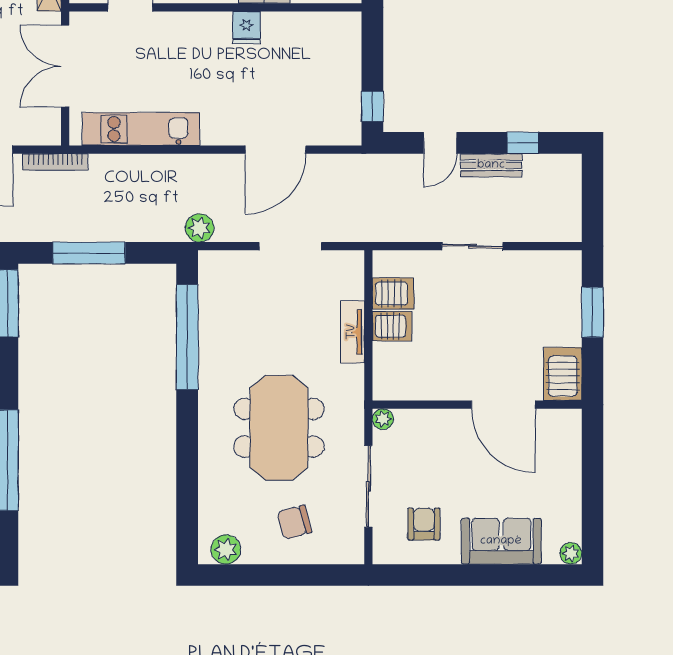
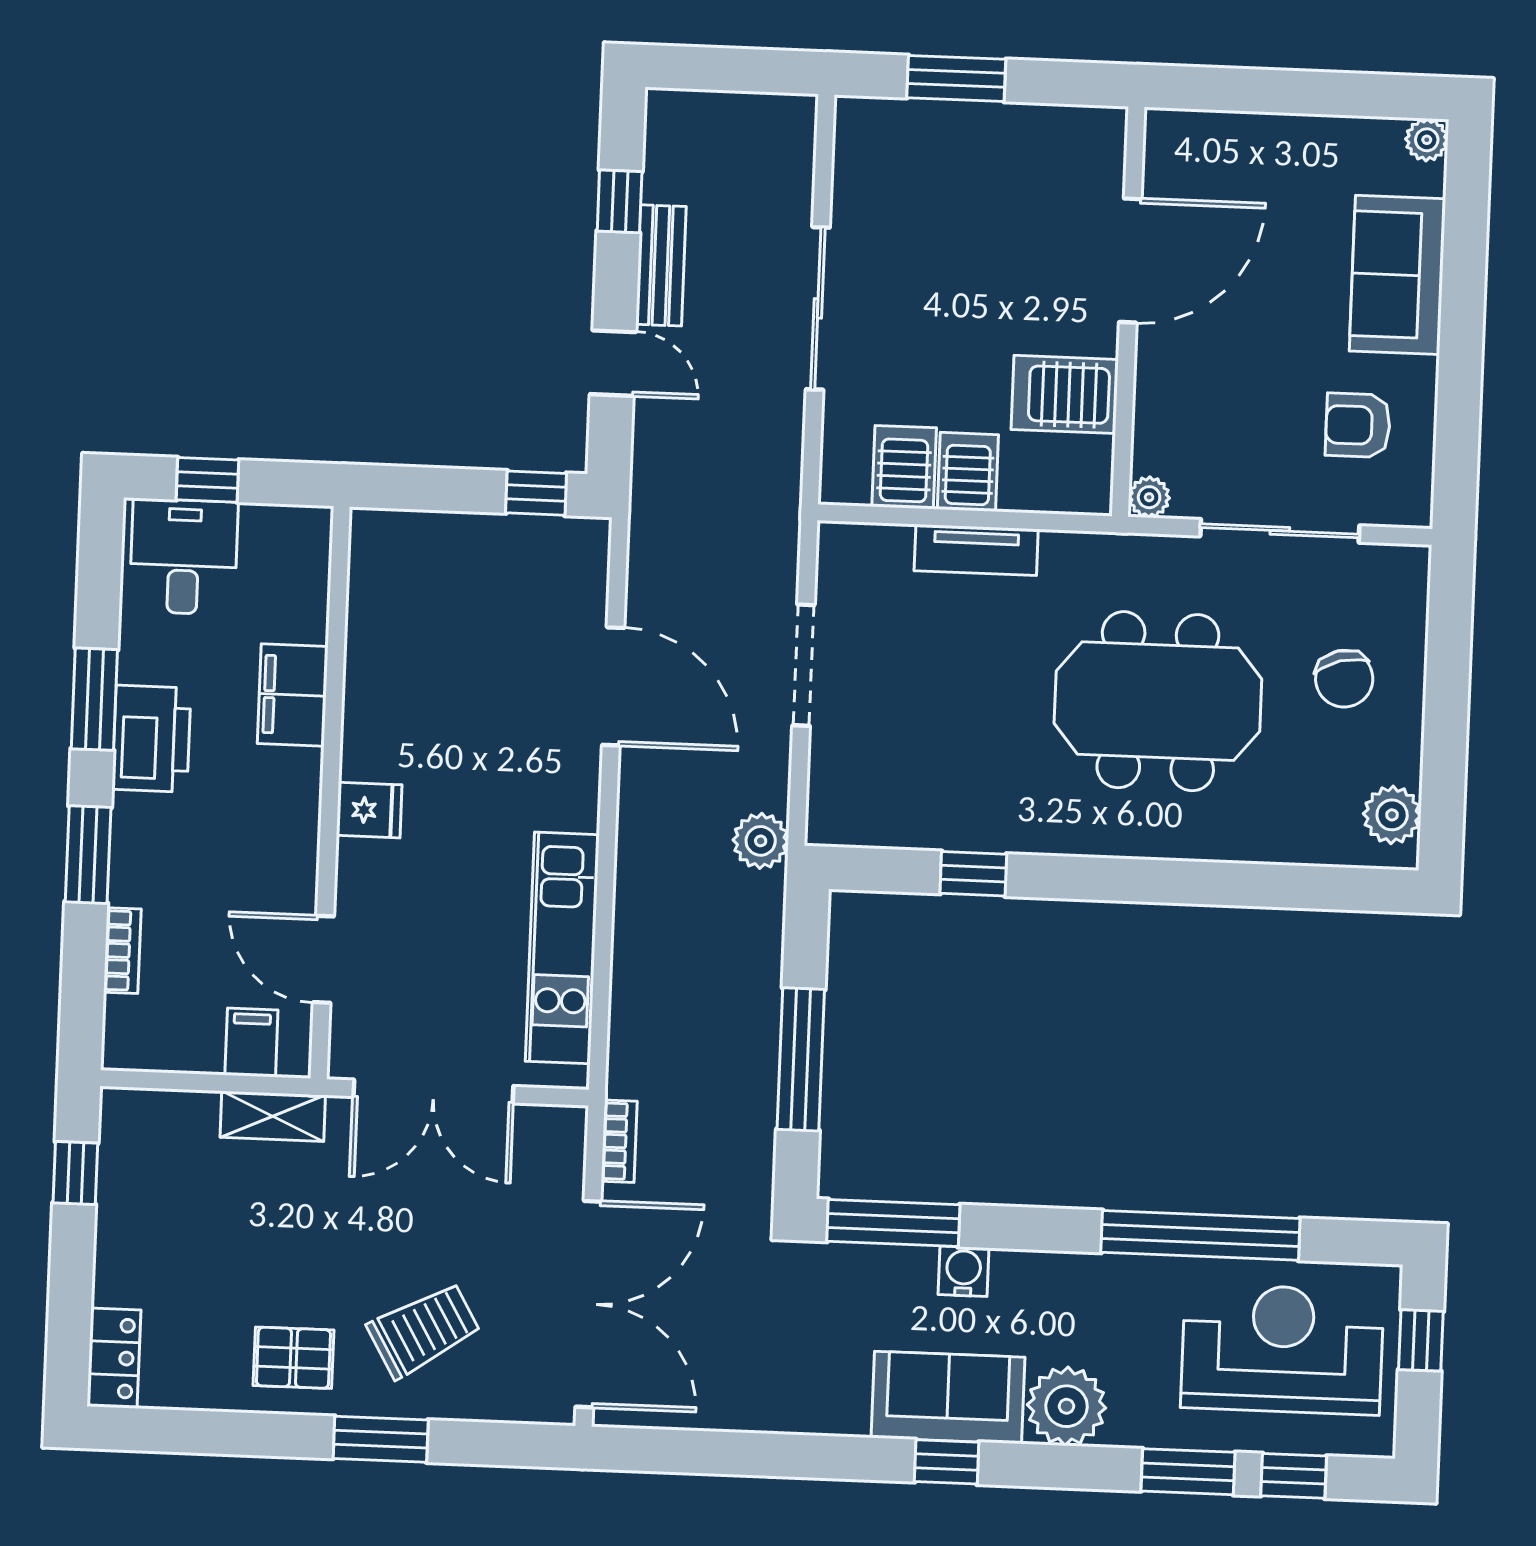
fridge: (246, 28) -> (369, 810), moved
bookcase: (55, 162) -> (619, 1141), width x0.64
sliding door: (472, 246) -> (818, 308), width x1.37
window: (187, 337) -> (973, 874), width x0.32
server rack: (563, 374) -> (1065, 394), moved

